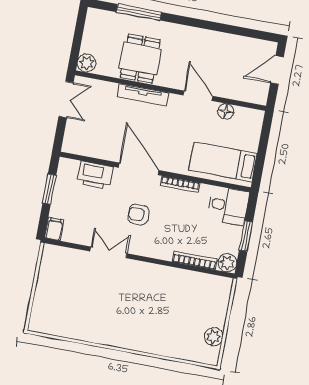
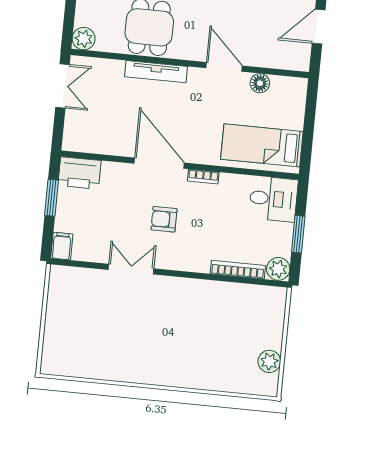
printer: (95, 175) -> (79, 173), moved
bookcase: (180, 184) -> (203, 177), width x0.64

